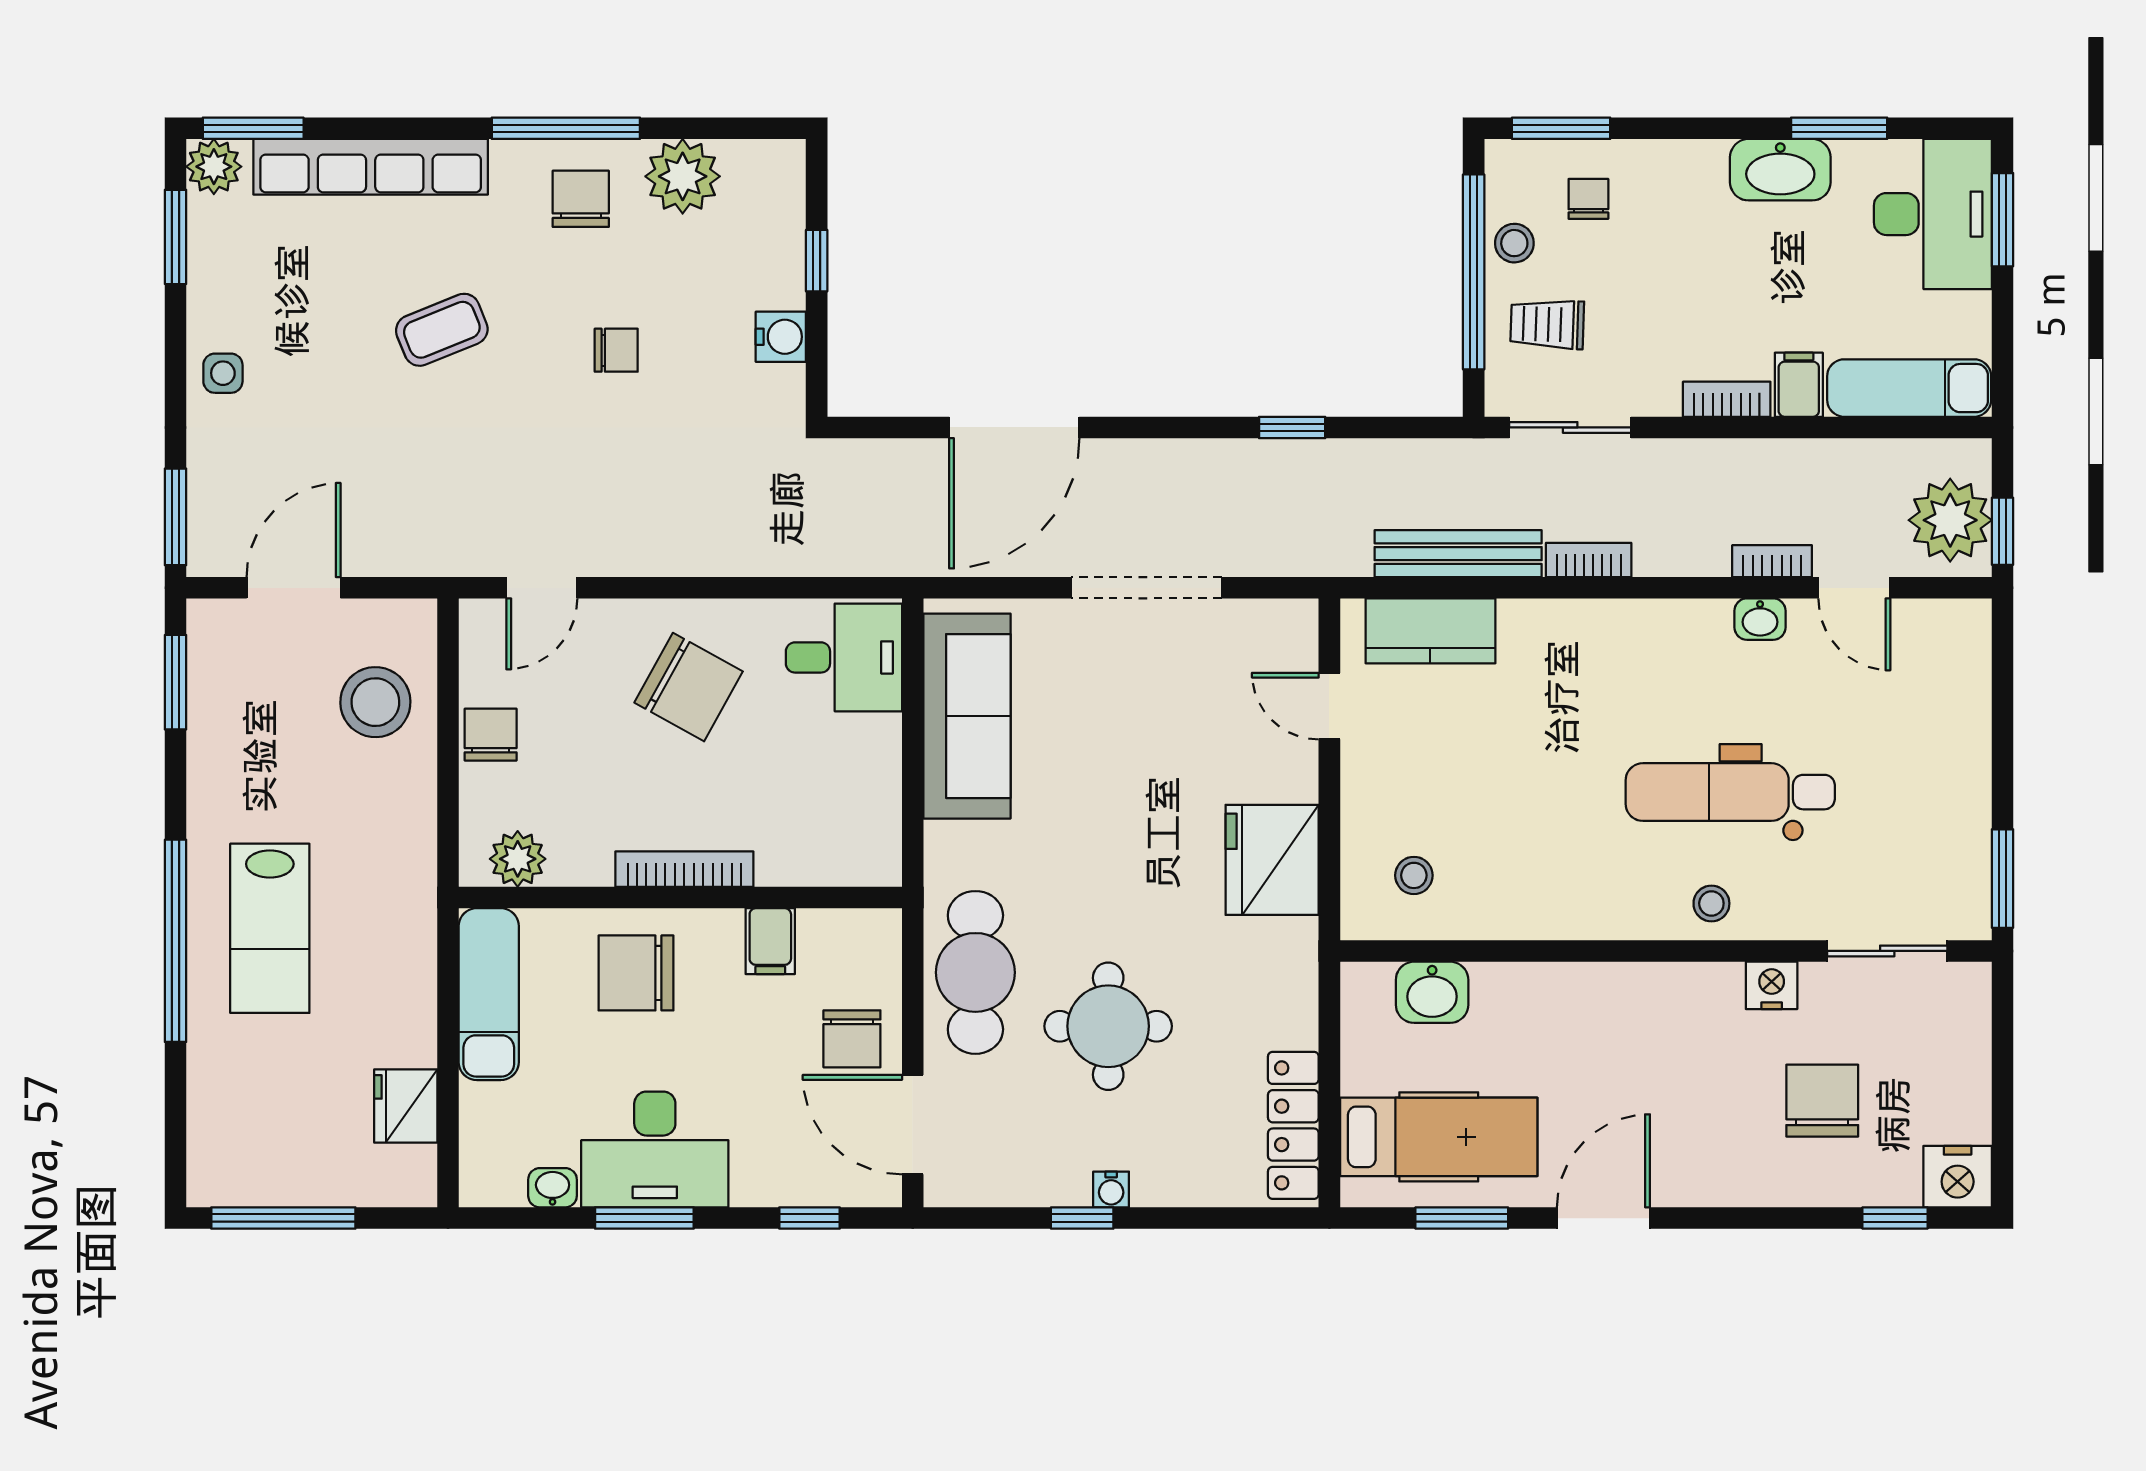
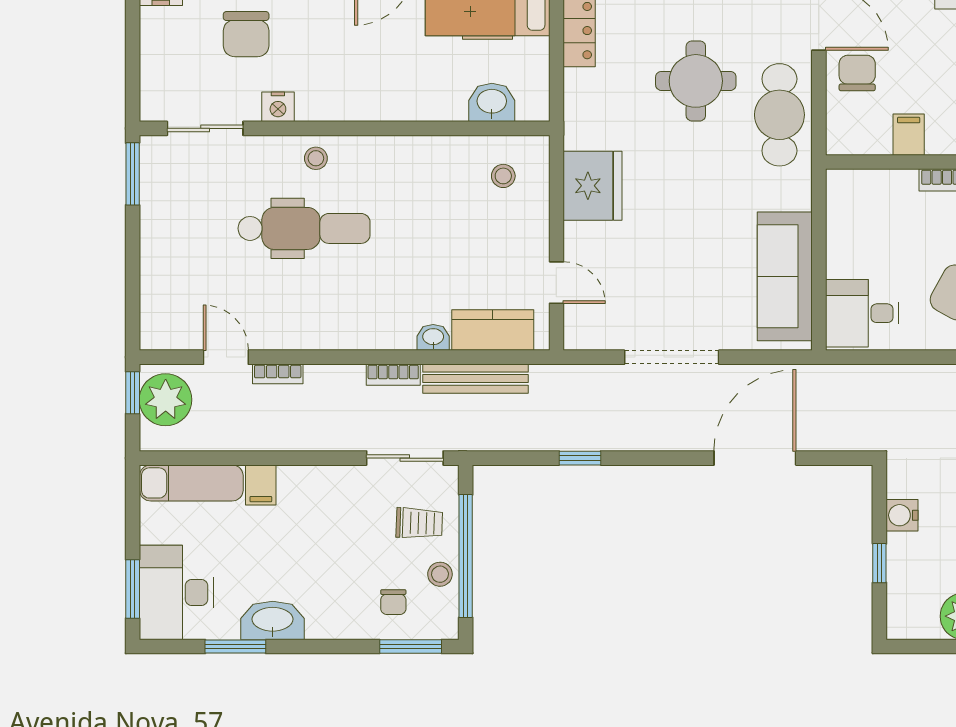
bookcase: (1727, 399) -> (306, 476), removed
washbasin: (1760, 619) -> (433, 337), moved

